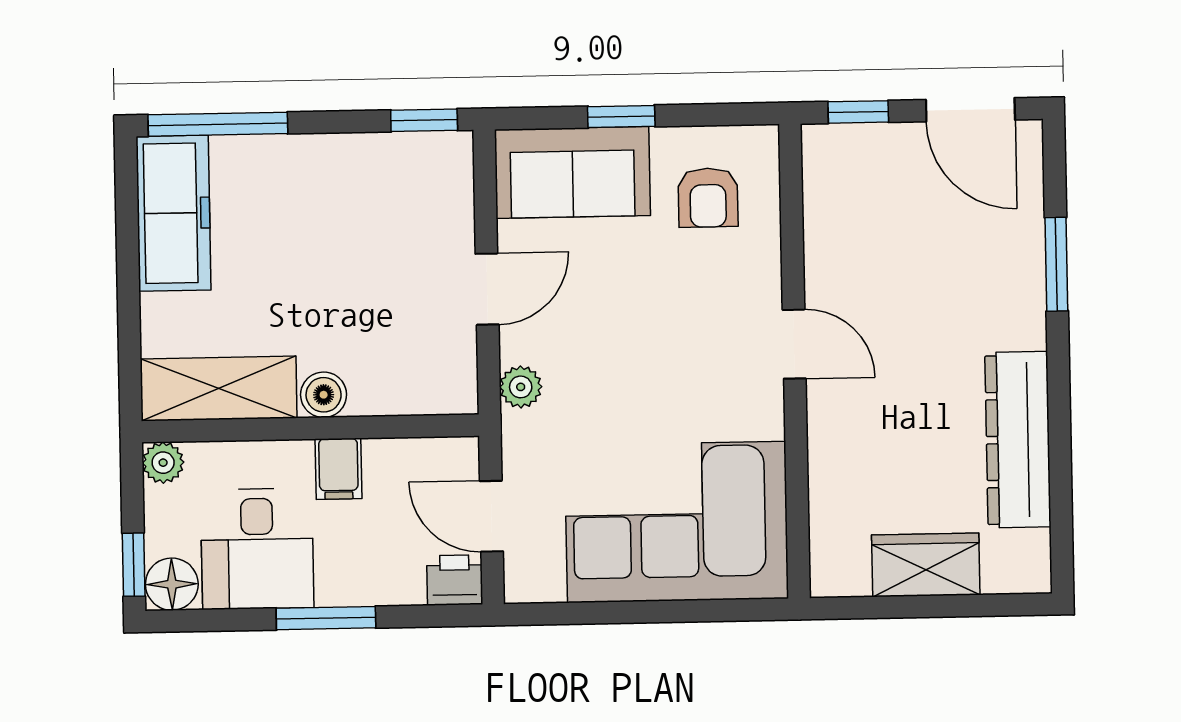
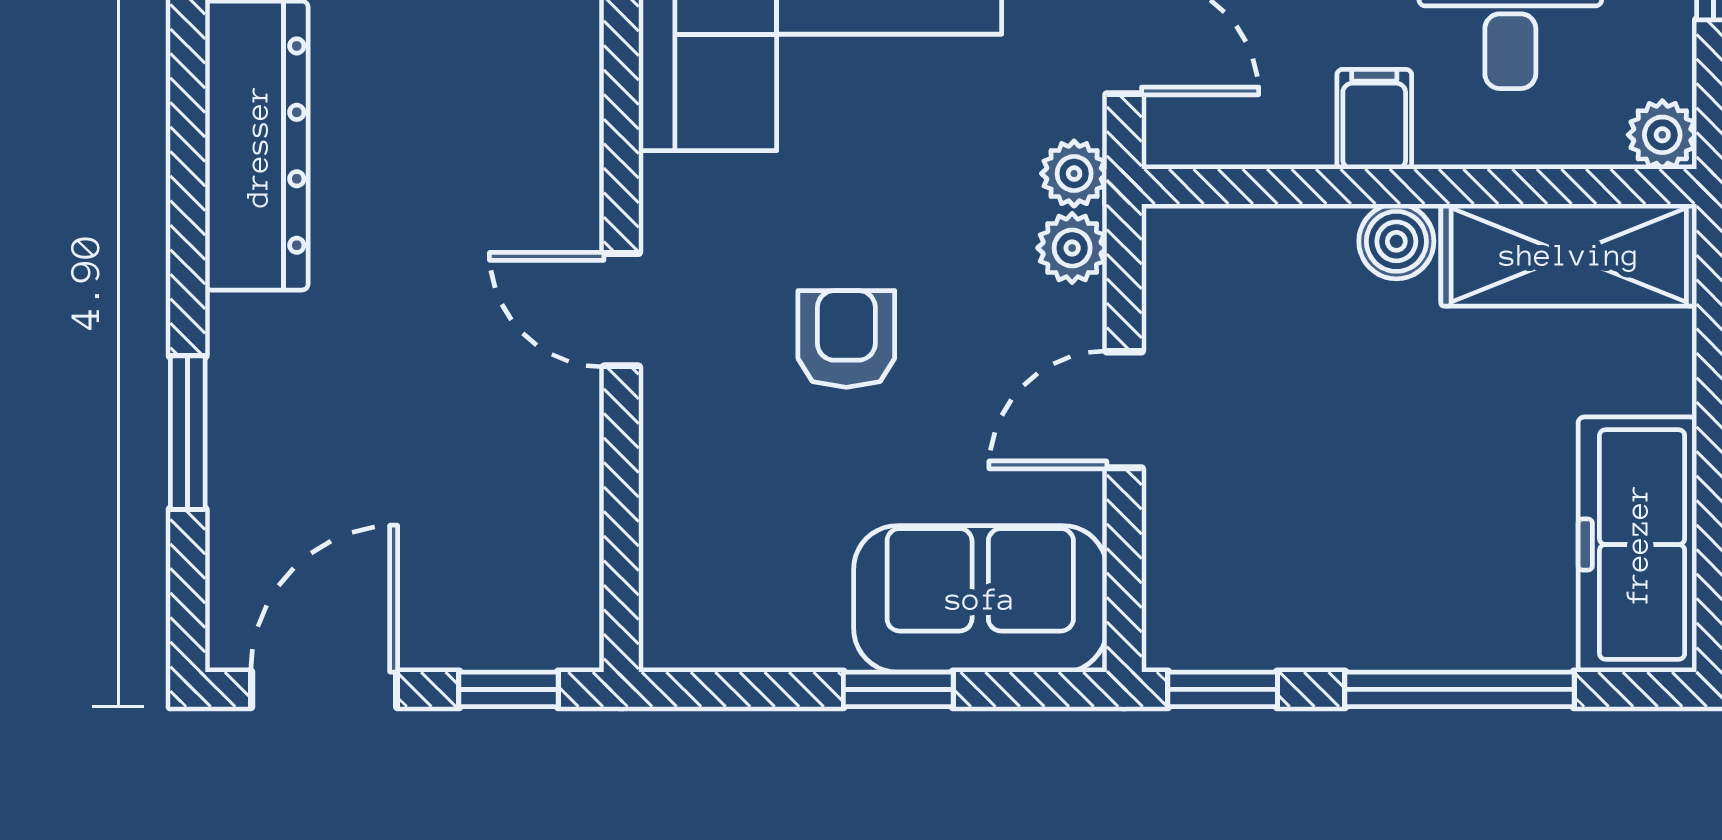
door: (970, 110) -> (324, 689), hinge flipped
window: (218, 124) -> (1459, 689), moved
armchair: (708, 198) -> (846, 339), moved
plant: (520, 432) -> (1074, 174), added

